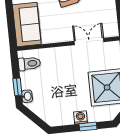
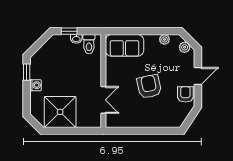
washbasin: (27, 96) -> (76, 39), moved
window: (88, 127) -> (27, 72), moved

